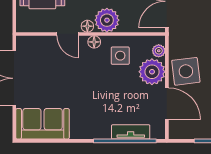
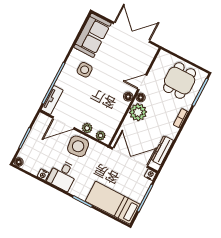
side table: (120, 56) -> (85, 70), moved
plant: (152, 72) -> (87, 128), width x0.53, depth x0.53
tv unit: (131, 132) -> (52, 100), moved

